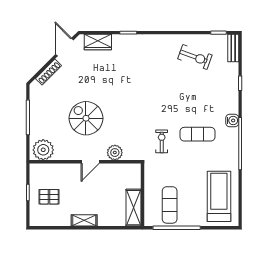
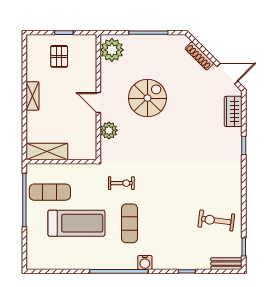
exercise bike: (195, 57) -> (216, 221), turned 77
treadmill: (219, 196) -> (76, 223), moved

